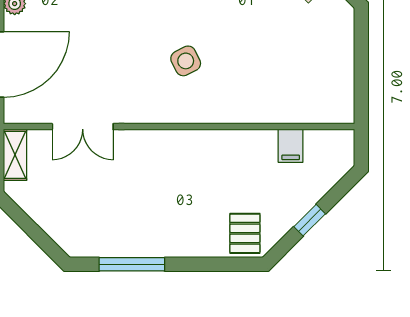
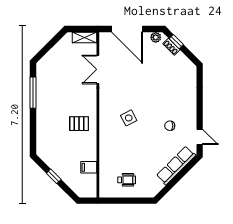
wheelchair: (317, 66) -> (127, 180), added
pallet: (245, 233) -> (79, 124), moved

